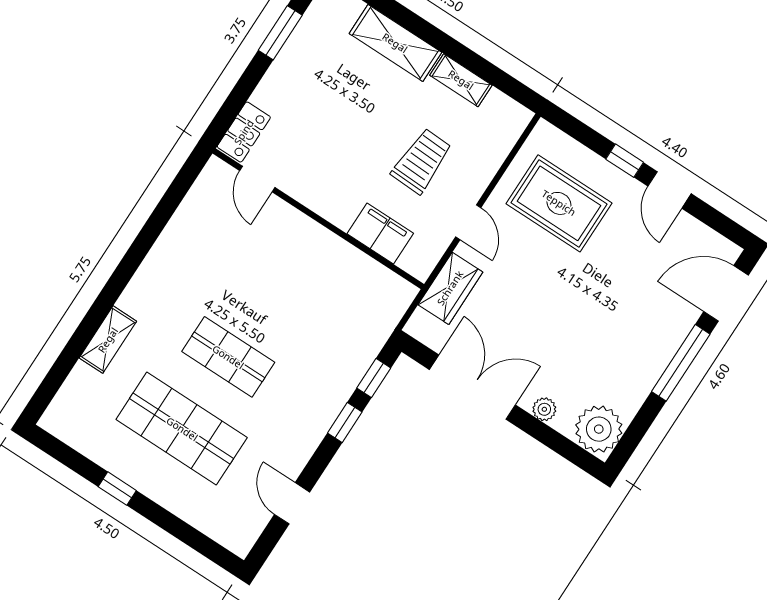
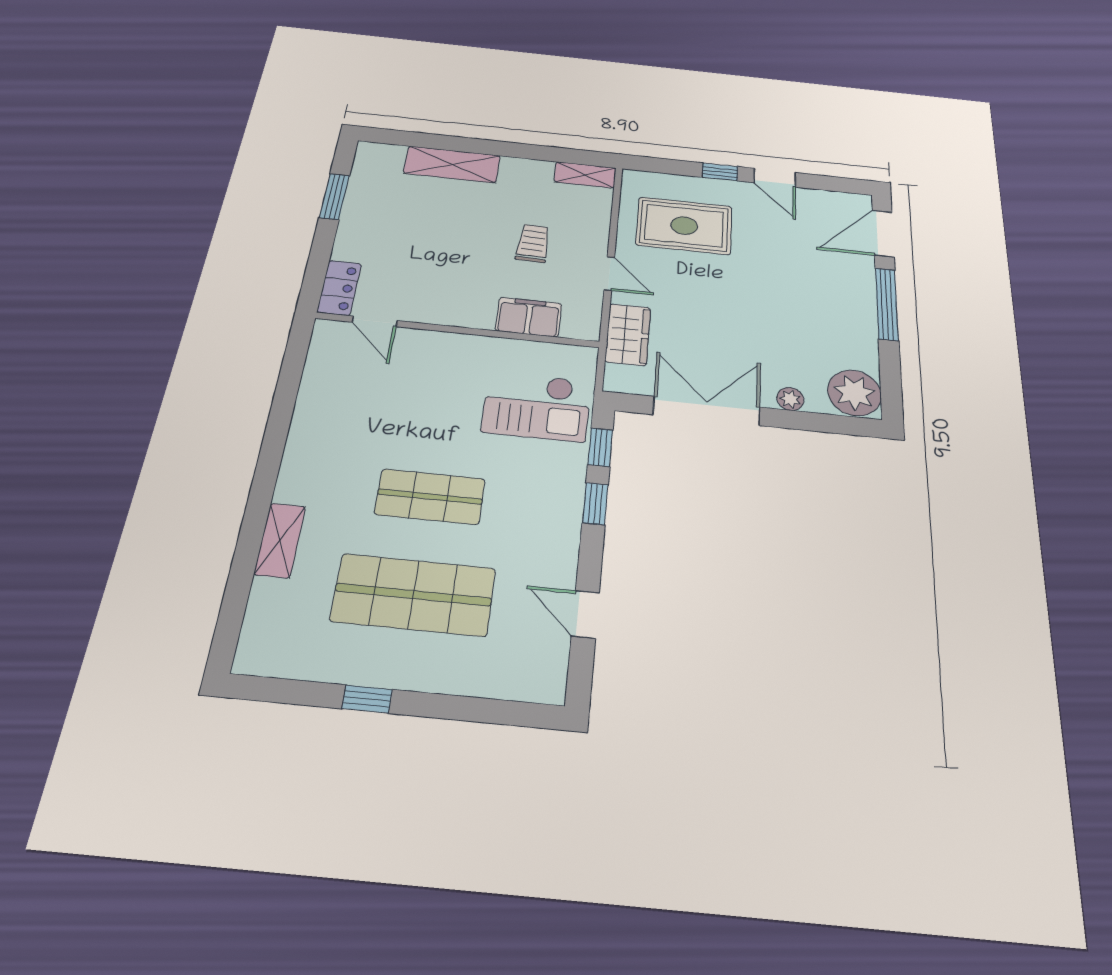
shelving: (461, 80) -> (585, 175), moved
trolley: (422, 161) -> (533, 243), width x0.73, depth x0.72
checkout: (344, 319) -> (537, 406), added

